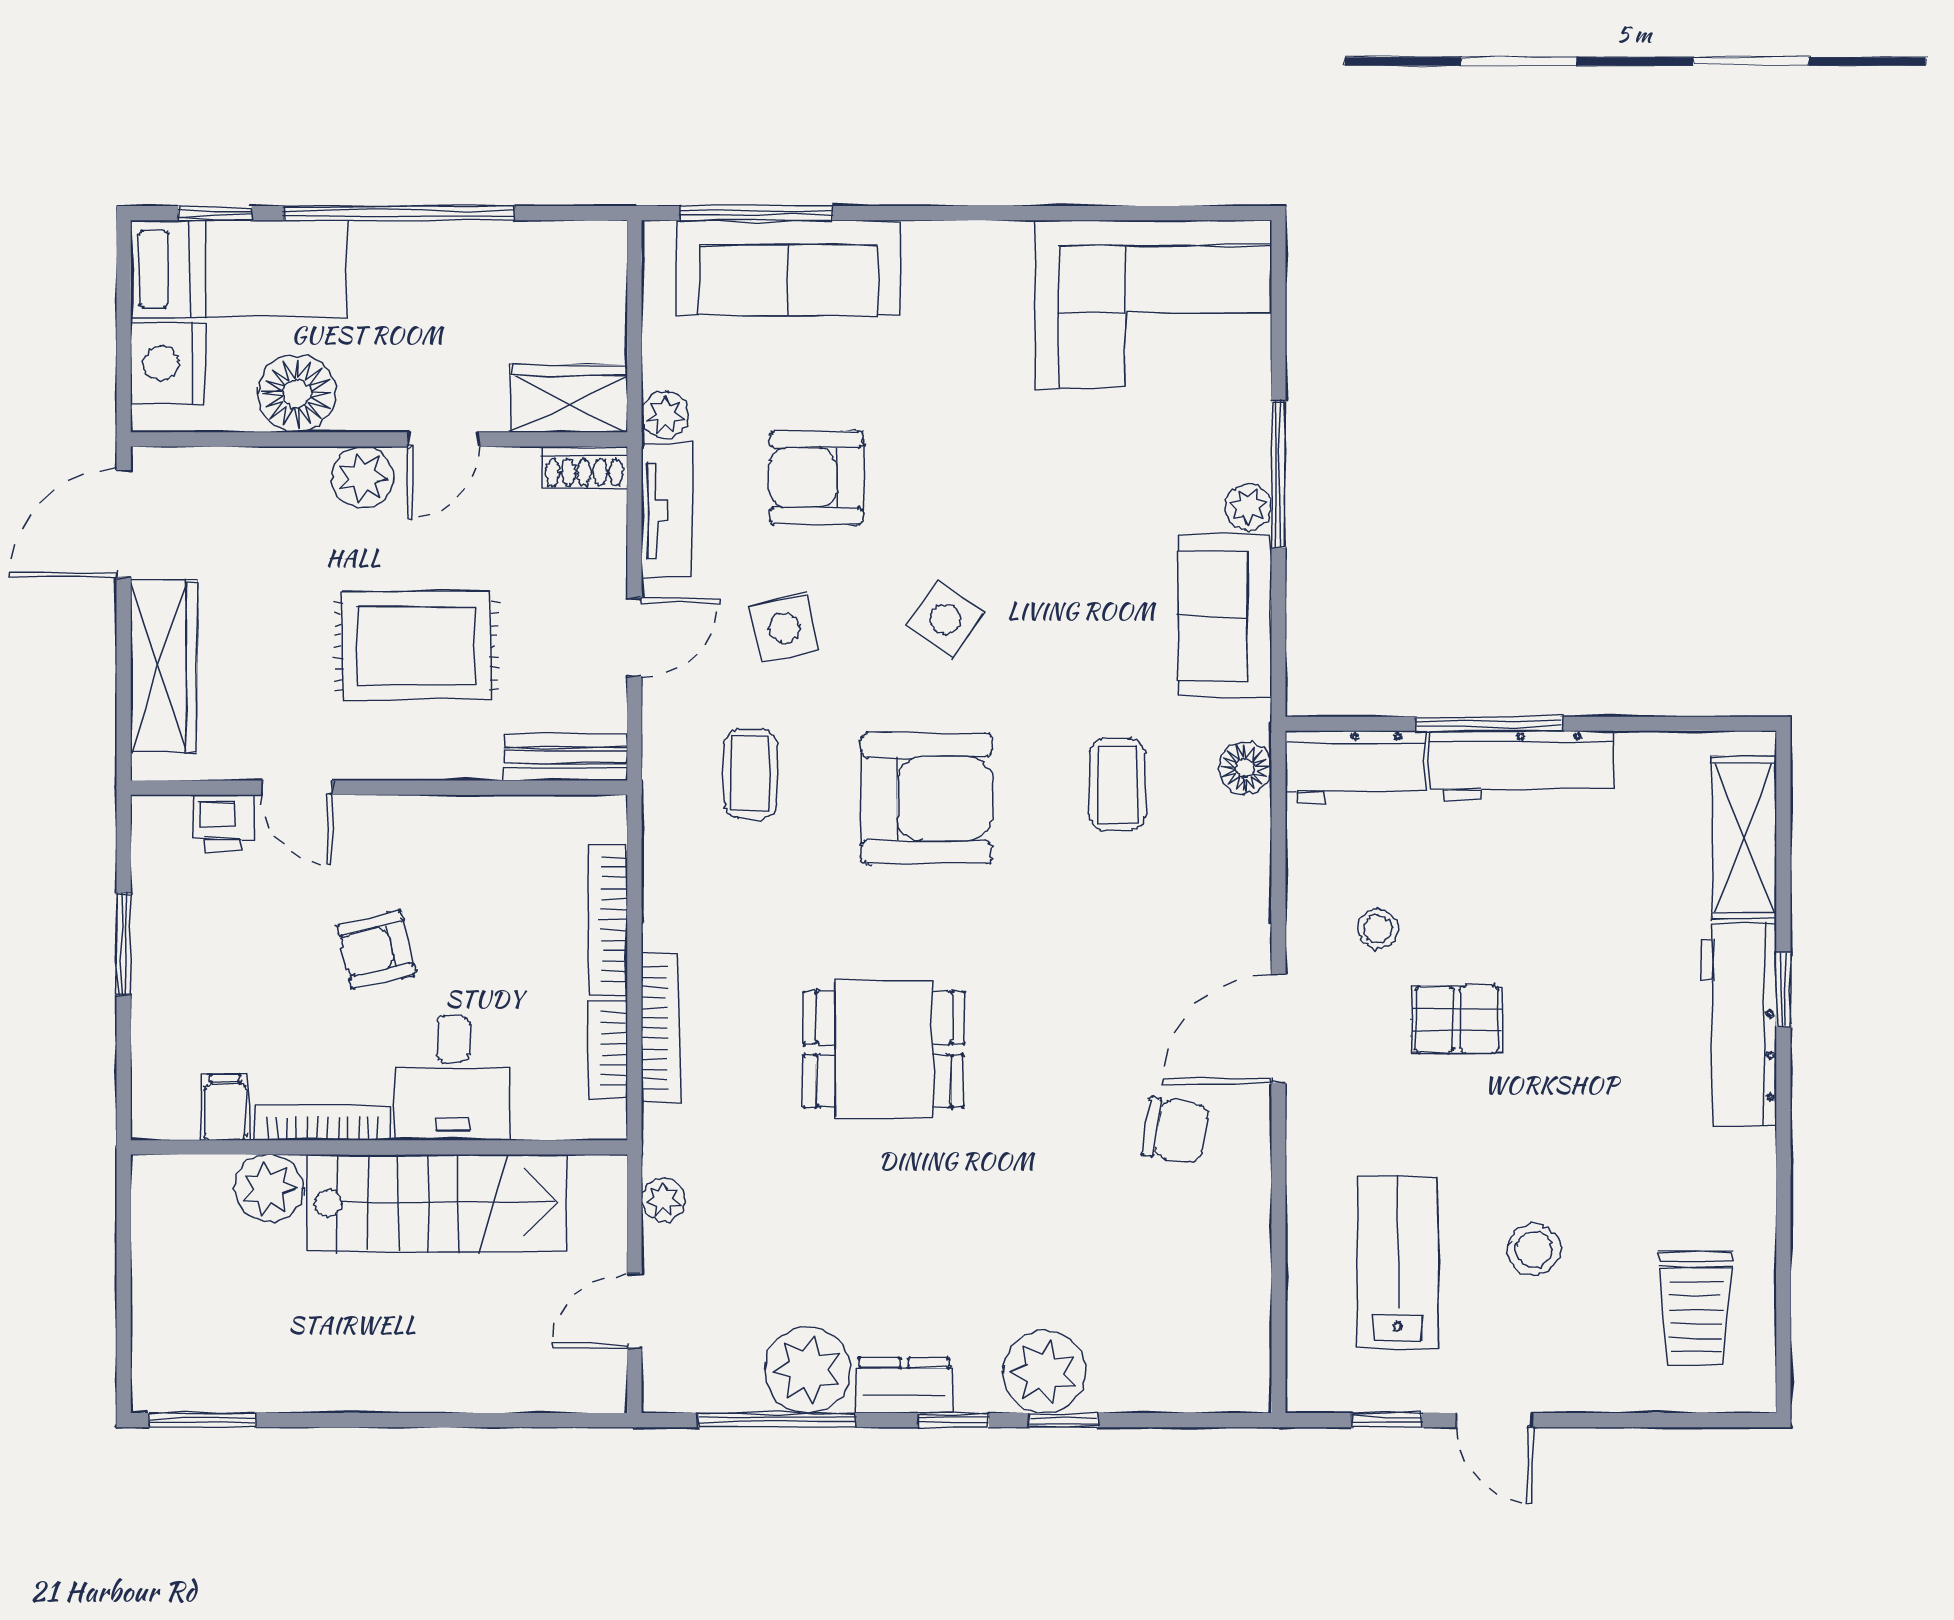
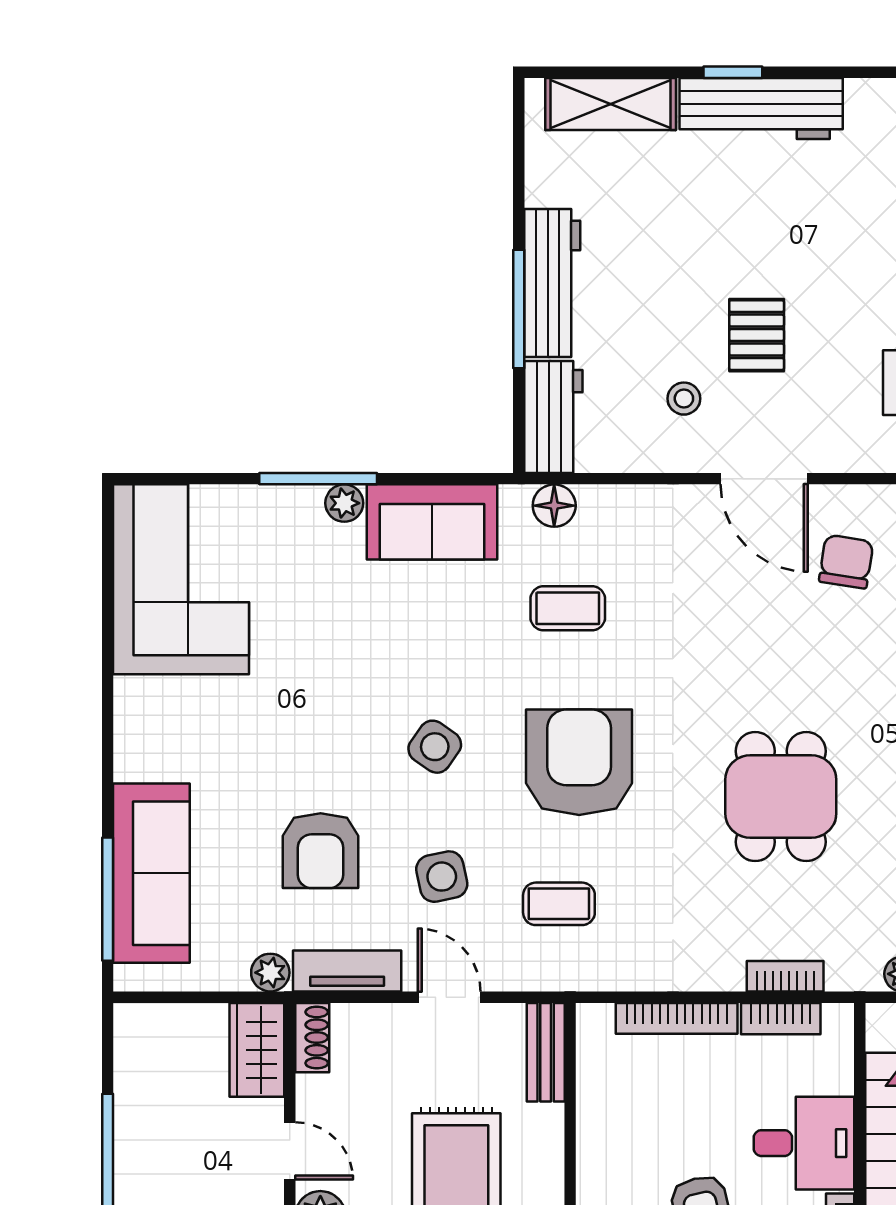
bookcase: (660, 1028) -> (785, 976), width x0.64

